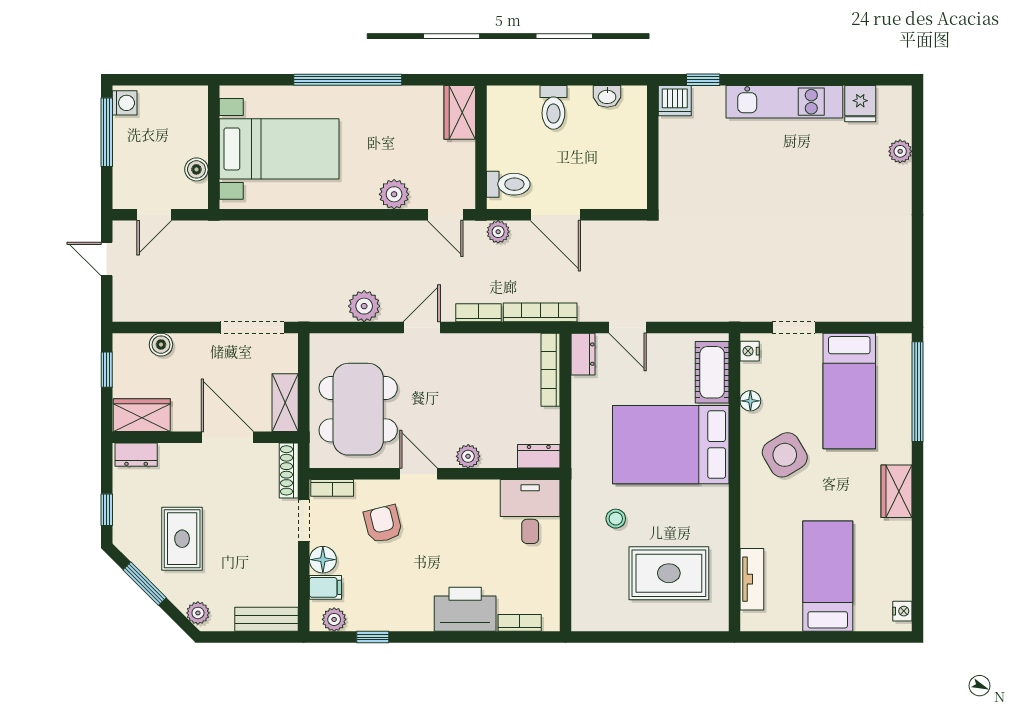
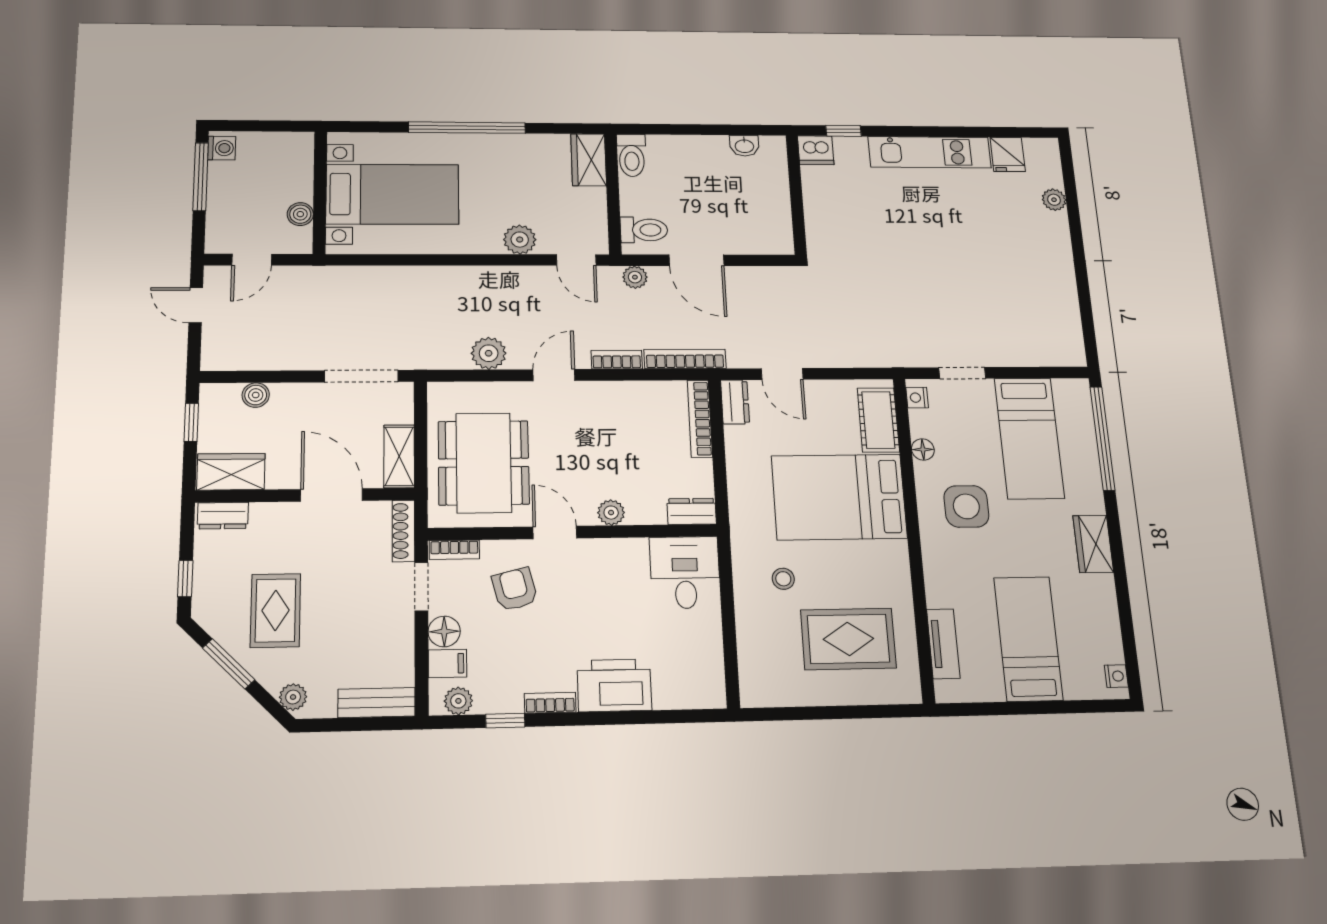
toilet: (553, 107) -> (632, 155), moved
side table: (785, 455) -> (966, 506), turned 31
bookcase: (520, 623) -> (550, 703), moved

